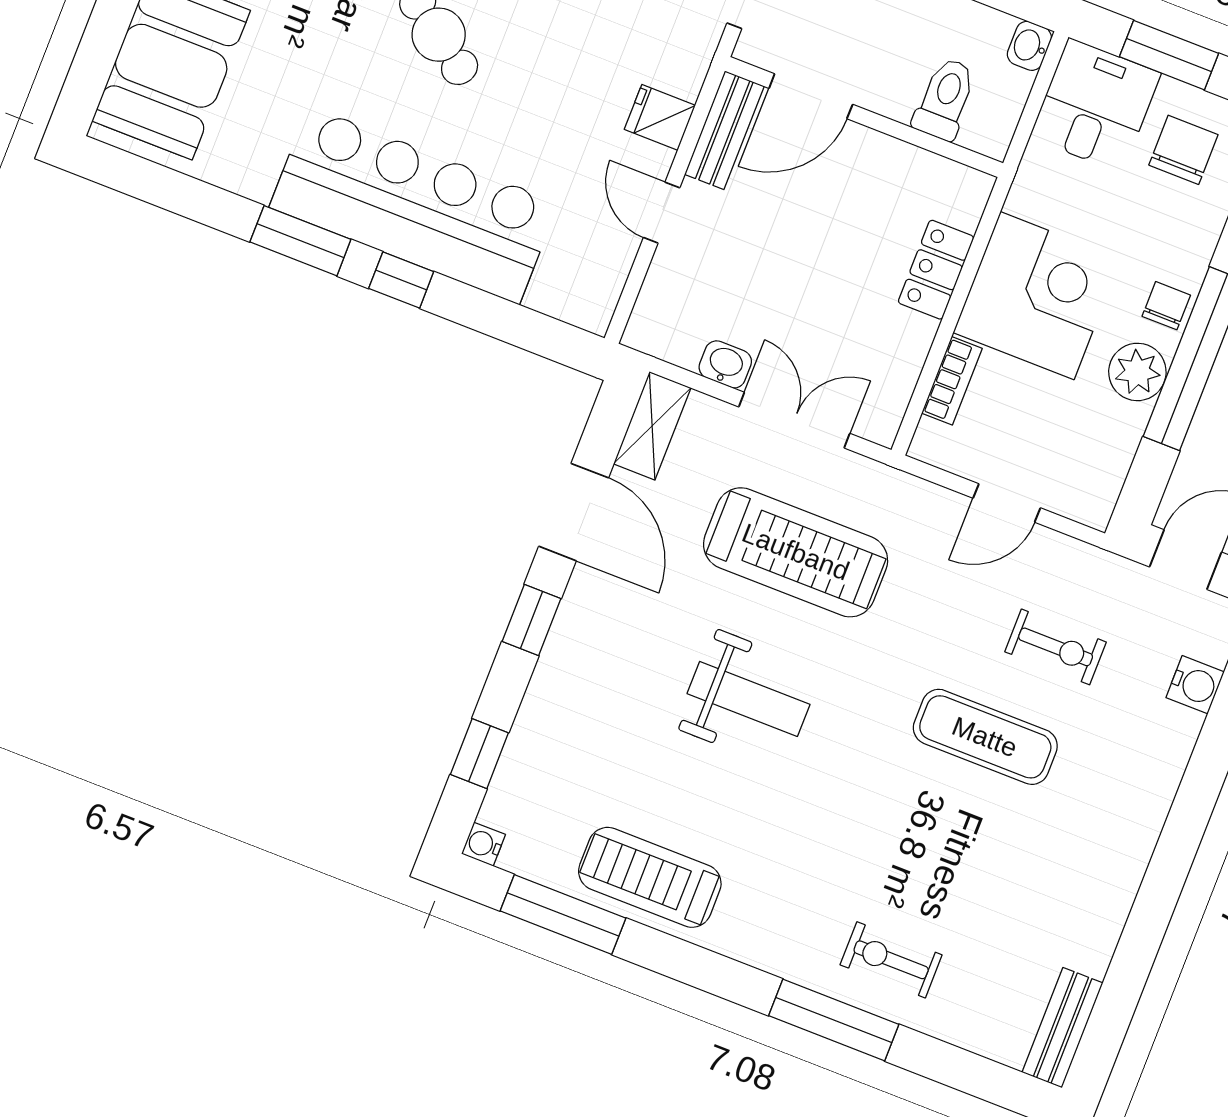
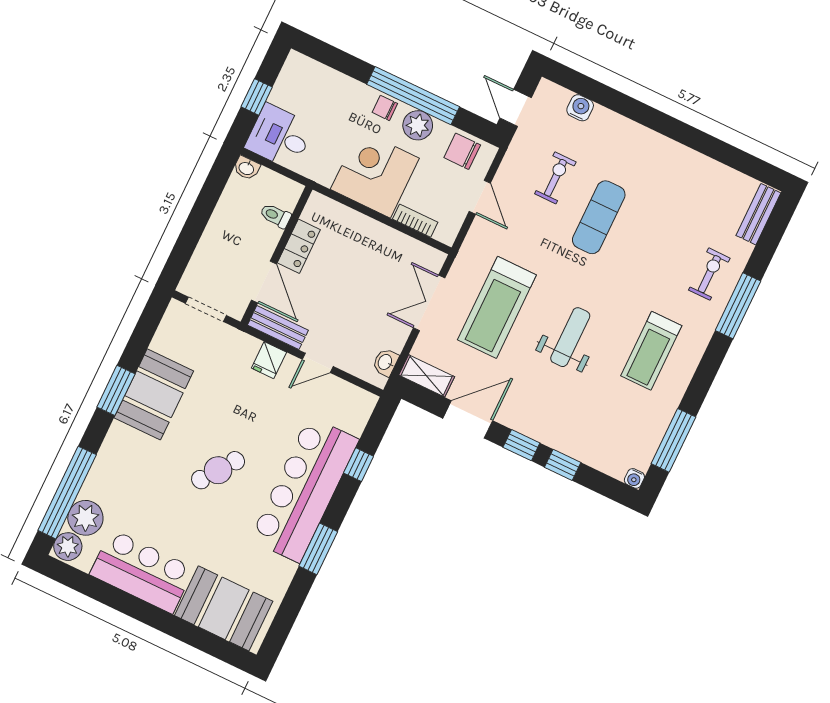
window: (1169, 55) -> (257, 97), width x0.67
toilet: (945, 99) -> (275, 216), width x0.73, depth x0.72
chair: (1183, 150) -> (462, 151), moved
locker: (936, 270) -> (299, 246), moved, turned -90
window: (401, 280) -> (359, 465), moved
washbasin: (725, 364) -> (385, 362), moved
treadmill: (796, 552) -> (497, 307), turned 180
window: (479, 754) -> (563, 465), moved
treadmill: (650, 877) -> (651, 351), moved
exercise bike: (891, 960) -> (709, 274), turned 180
bench: (1062, 1028) -> (758, 214), moved, turned 90

